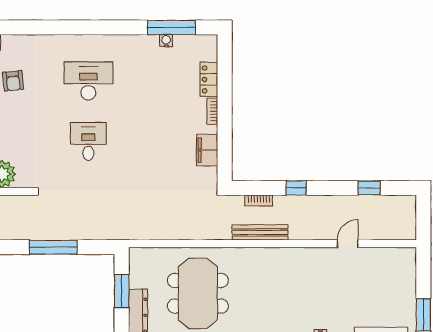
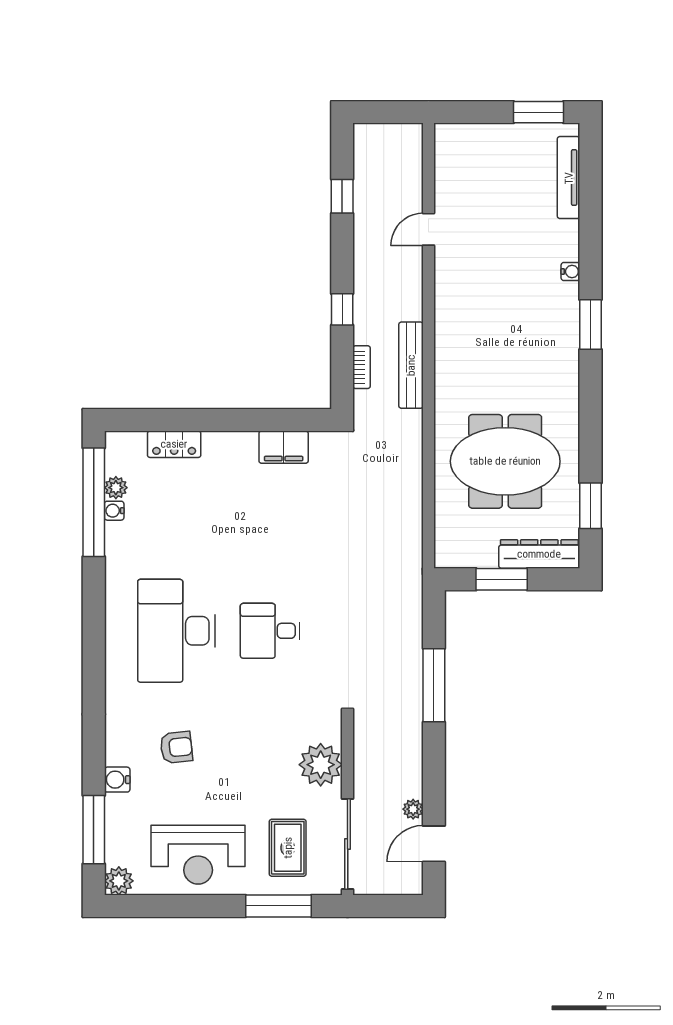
window: (171, 27) -> (94, 502), width x1.46
plant: (181, 42) -> (116, 488), added
desk: (88, 81) -> (176, 631), width x1.36, depth x1.30
bookcase: (212, 111) -> (223, 439), removed
door: (348, 244) -> (428, 229), hinge flipped

